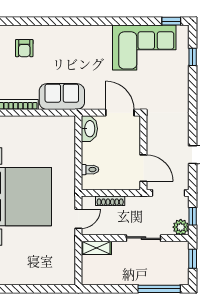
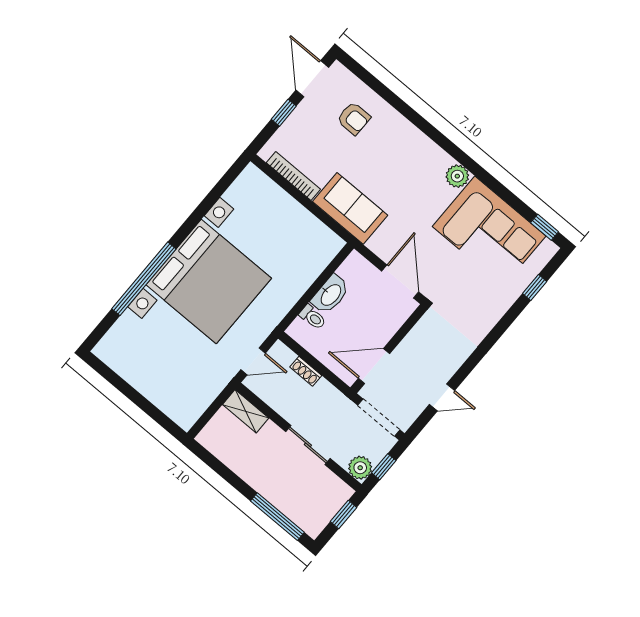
plant: (103, 33) -> (457, 176), added
armchair: (24, 48) -> (354, 118), turned -90
washbasin: (89, 129) -> (330, 295), moved
door: (143, 168) -> (374, 366), swing flipped
shoe rack: (110, 201) -> (306, 371), width x0.70

